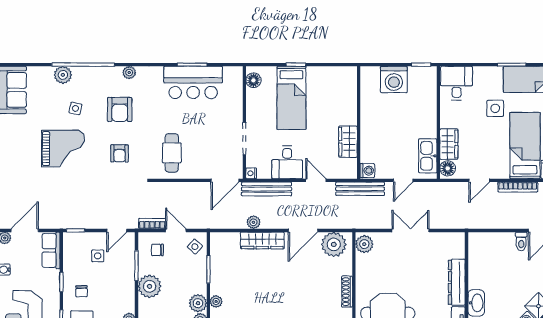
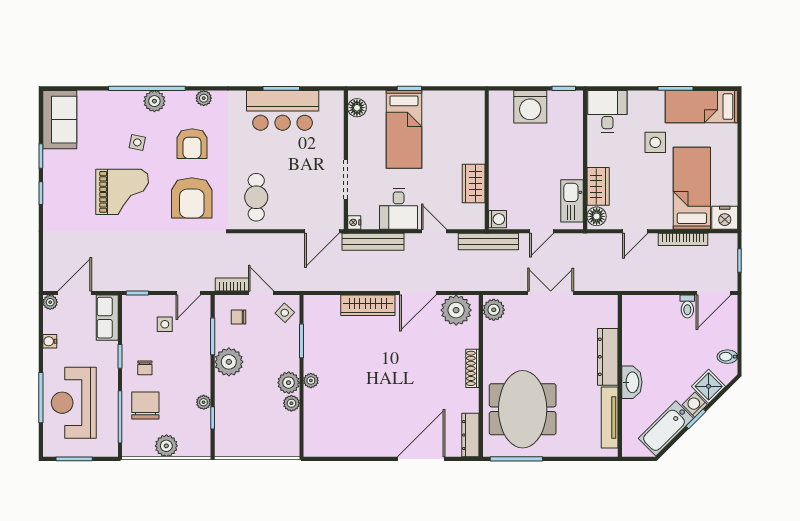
plant: (63, 75) -> (154, 101), moved
armchair: (120, 153) -> (192, 198), width x1.88, depth x1.88
plant: (253, 222) -> (357, 283), removed

